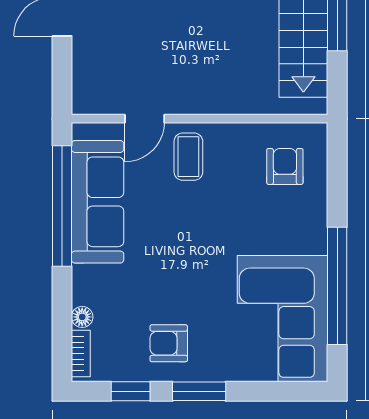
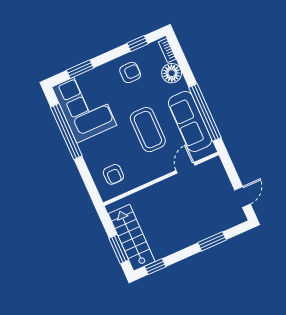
coffee table: (188, 157) -> (148, 130), moved, width x1.86, depth x1.72
floor lamp: (82, 317) -> (172, 73), width x1.89, depth x1.89
window: (199, 391) -> (80, 69), moved

